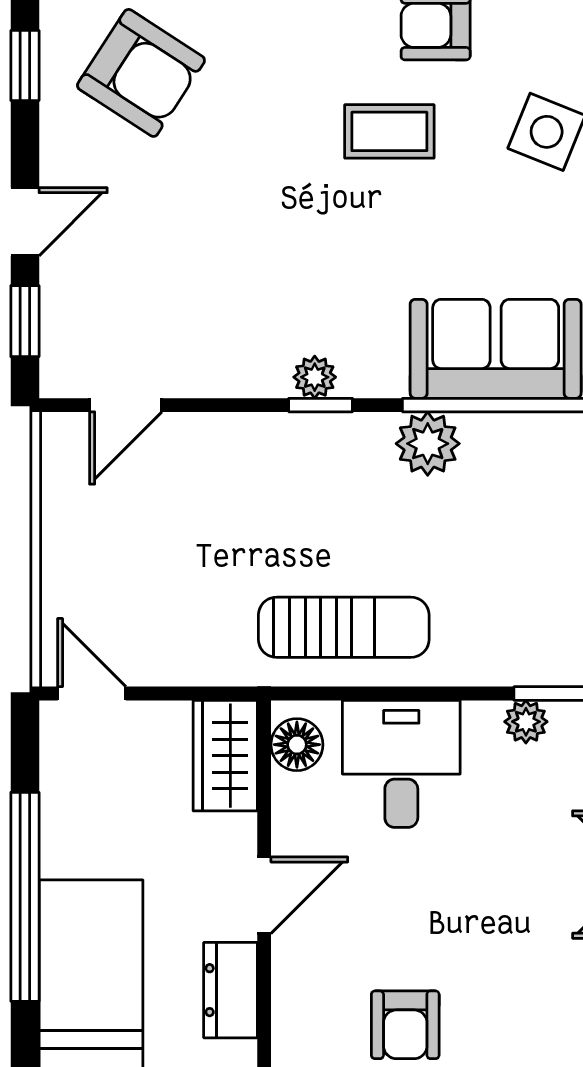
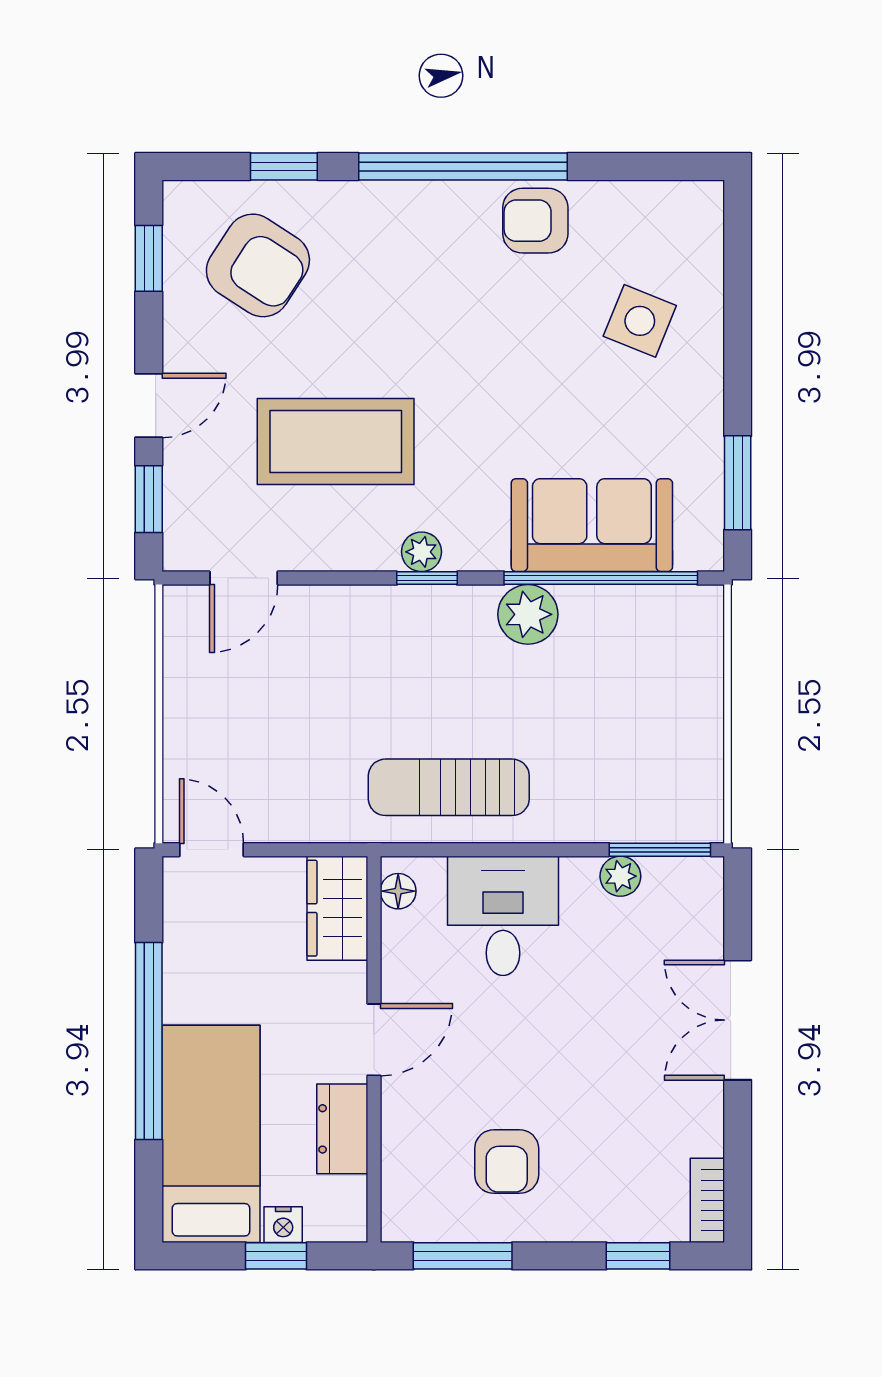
coffee table: (389, 131) -> (336, 441), moved, width x1.86, depth x1.72
sun lounger: (344, 627) -> (449, 787), turned 180
floor lamp: (297, 745) -> (398, 891), width x0.73, depth x0.73

